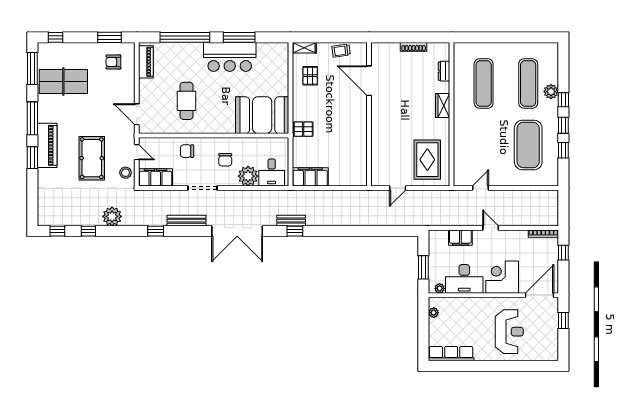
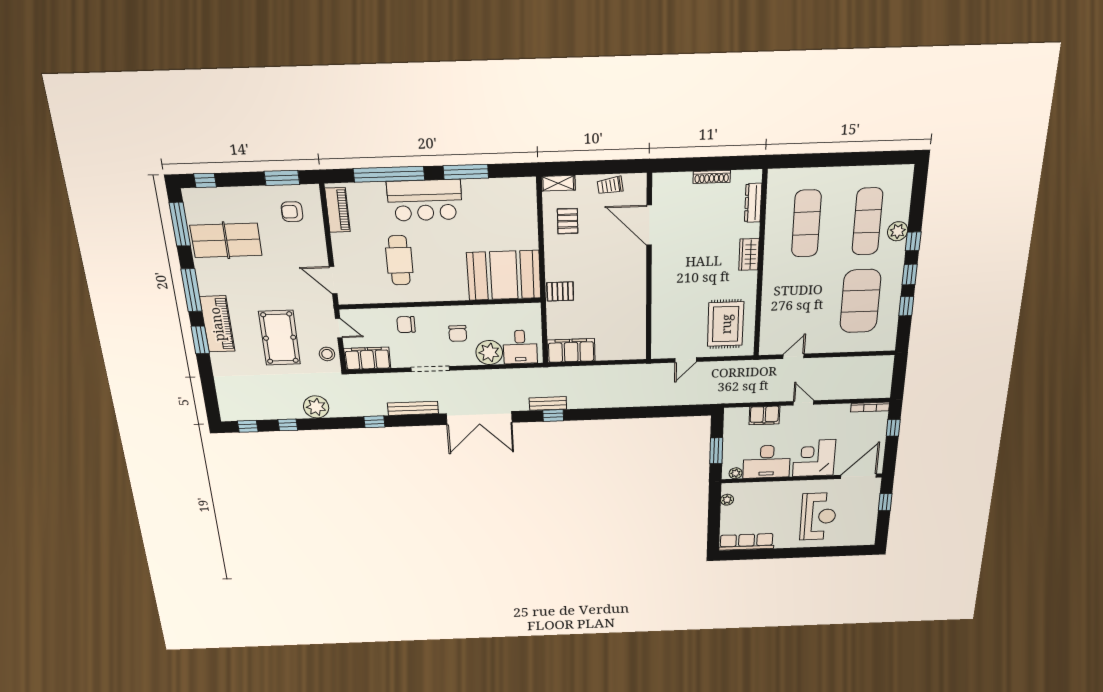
bar counter: (230, 57) -> (425, 200), moved
dresser: (444, 71) -> (753, 203), width x1.44

